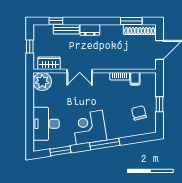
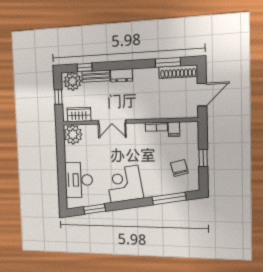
plant: (44, 33) -> (73, 81), added
window: (105, 144) -> (169, 198), moved

